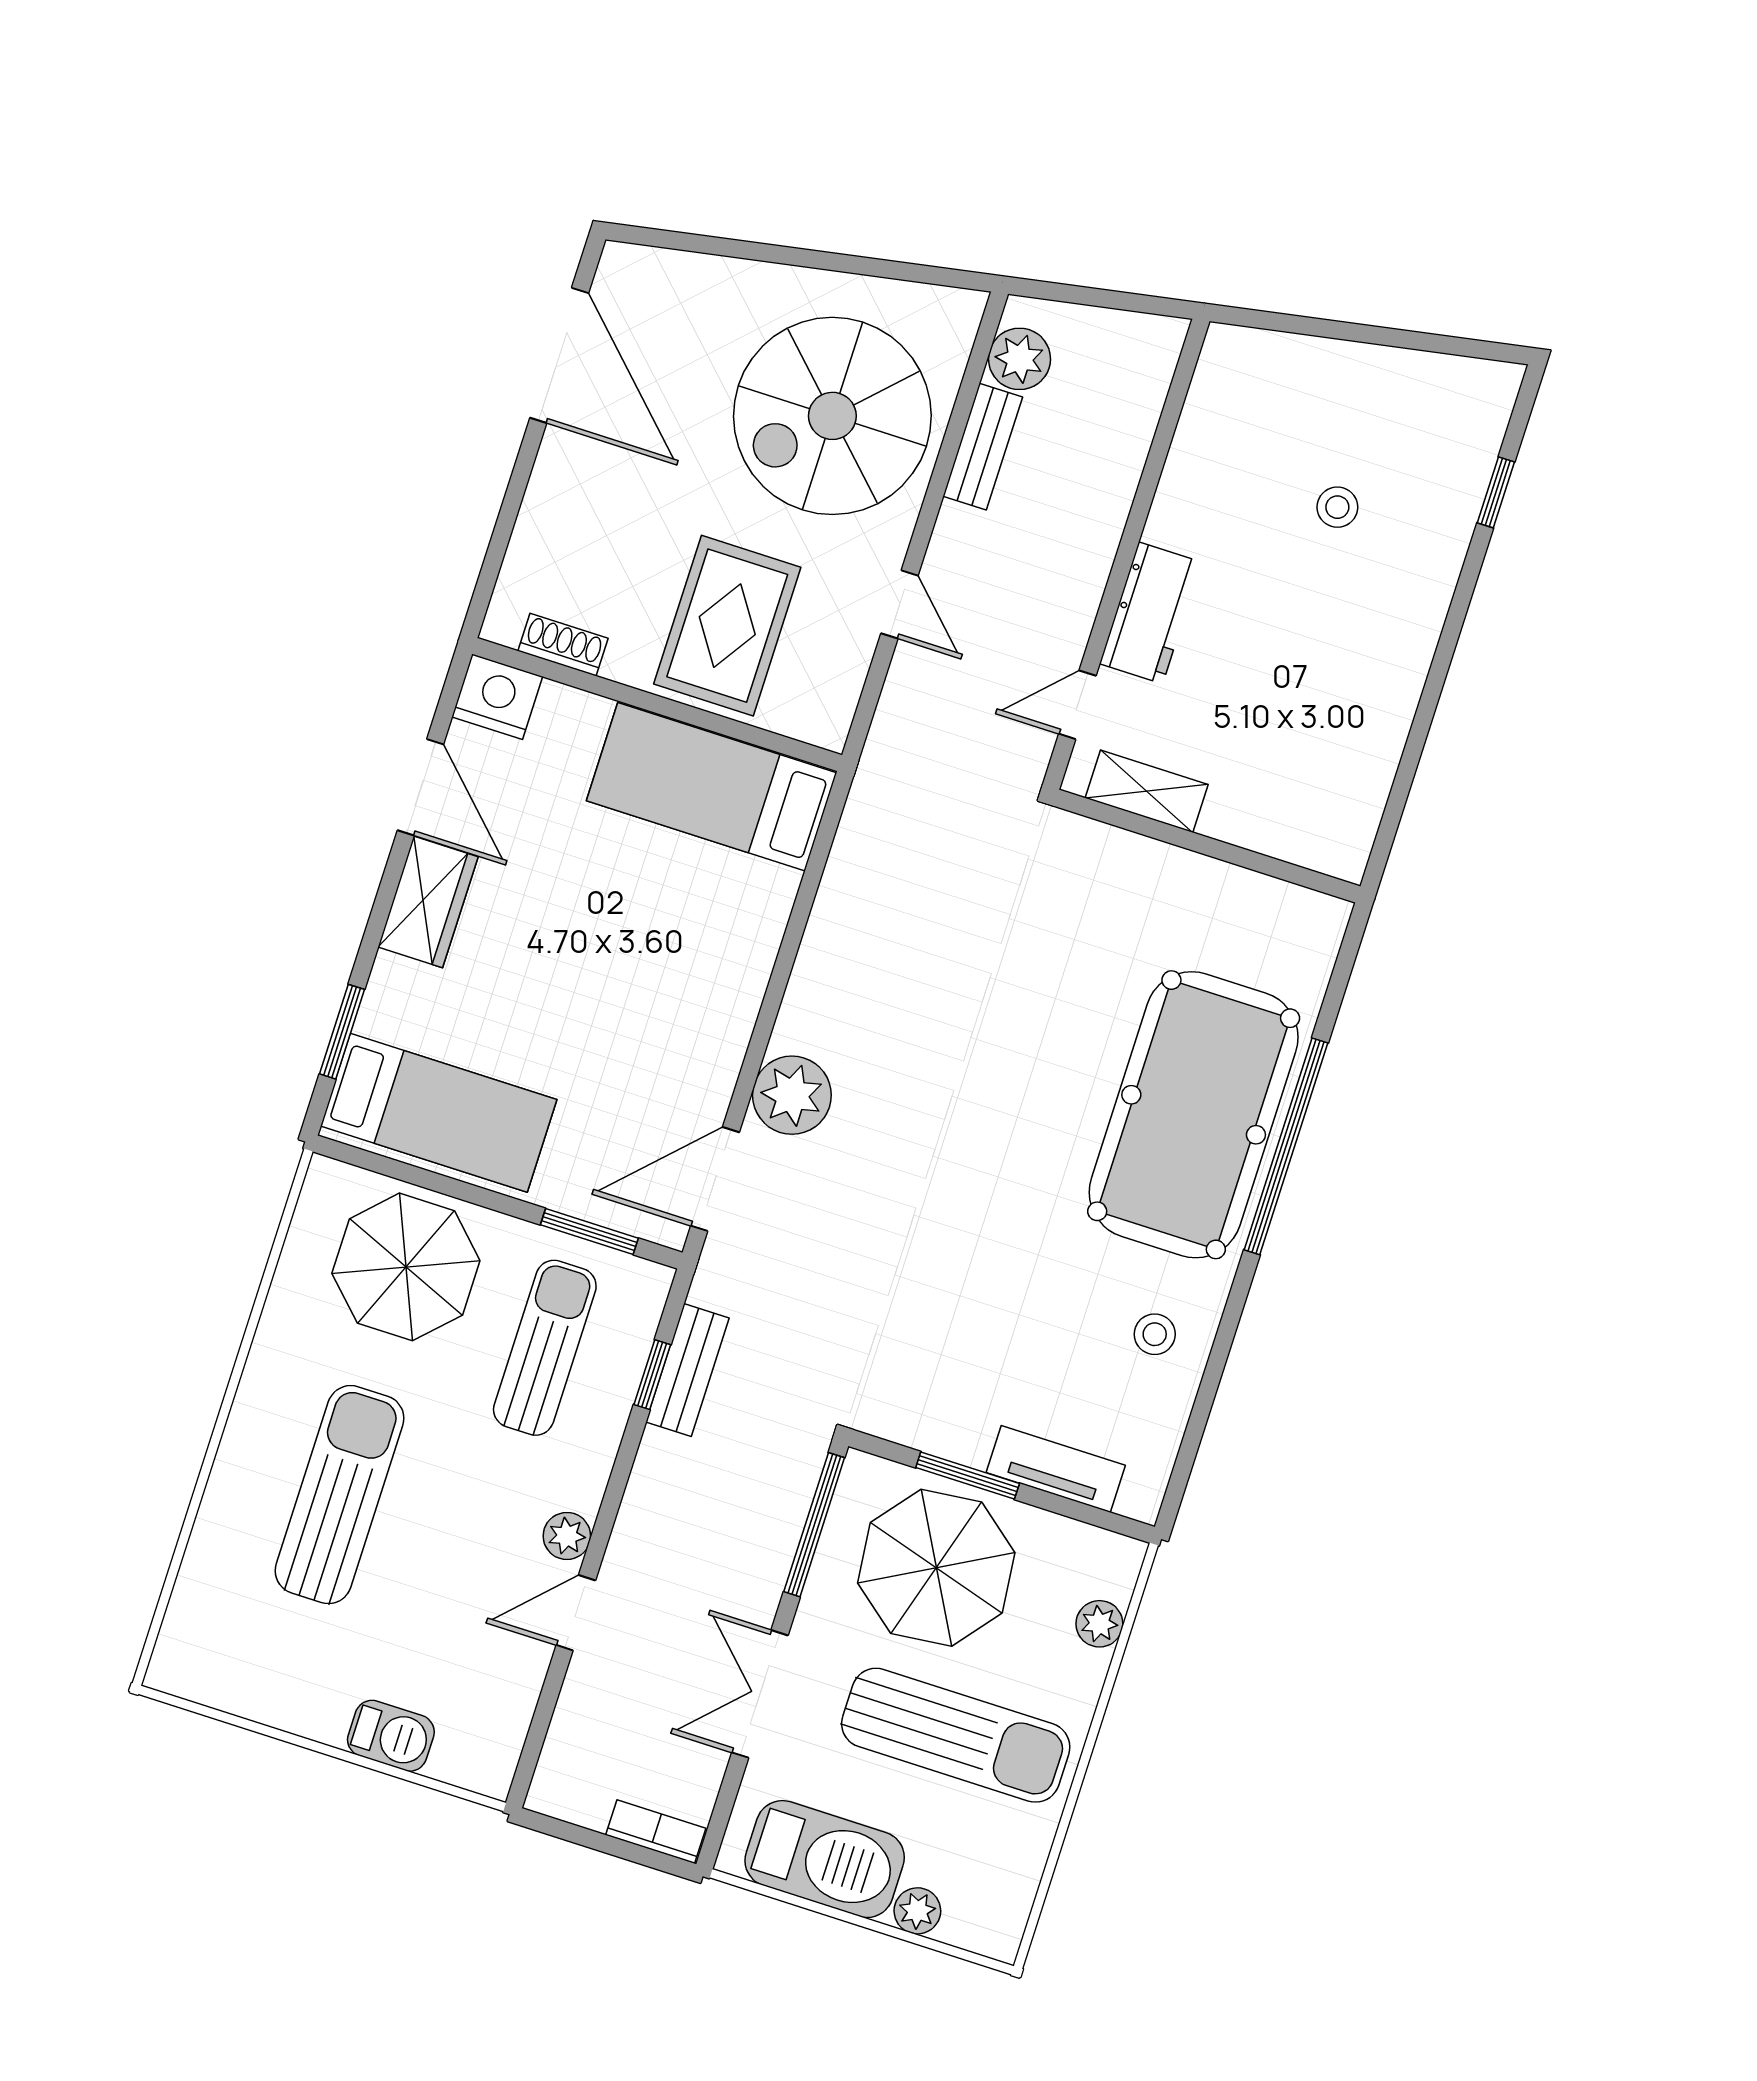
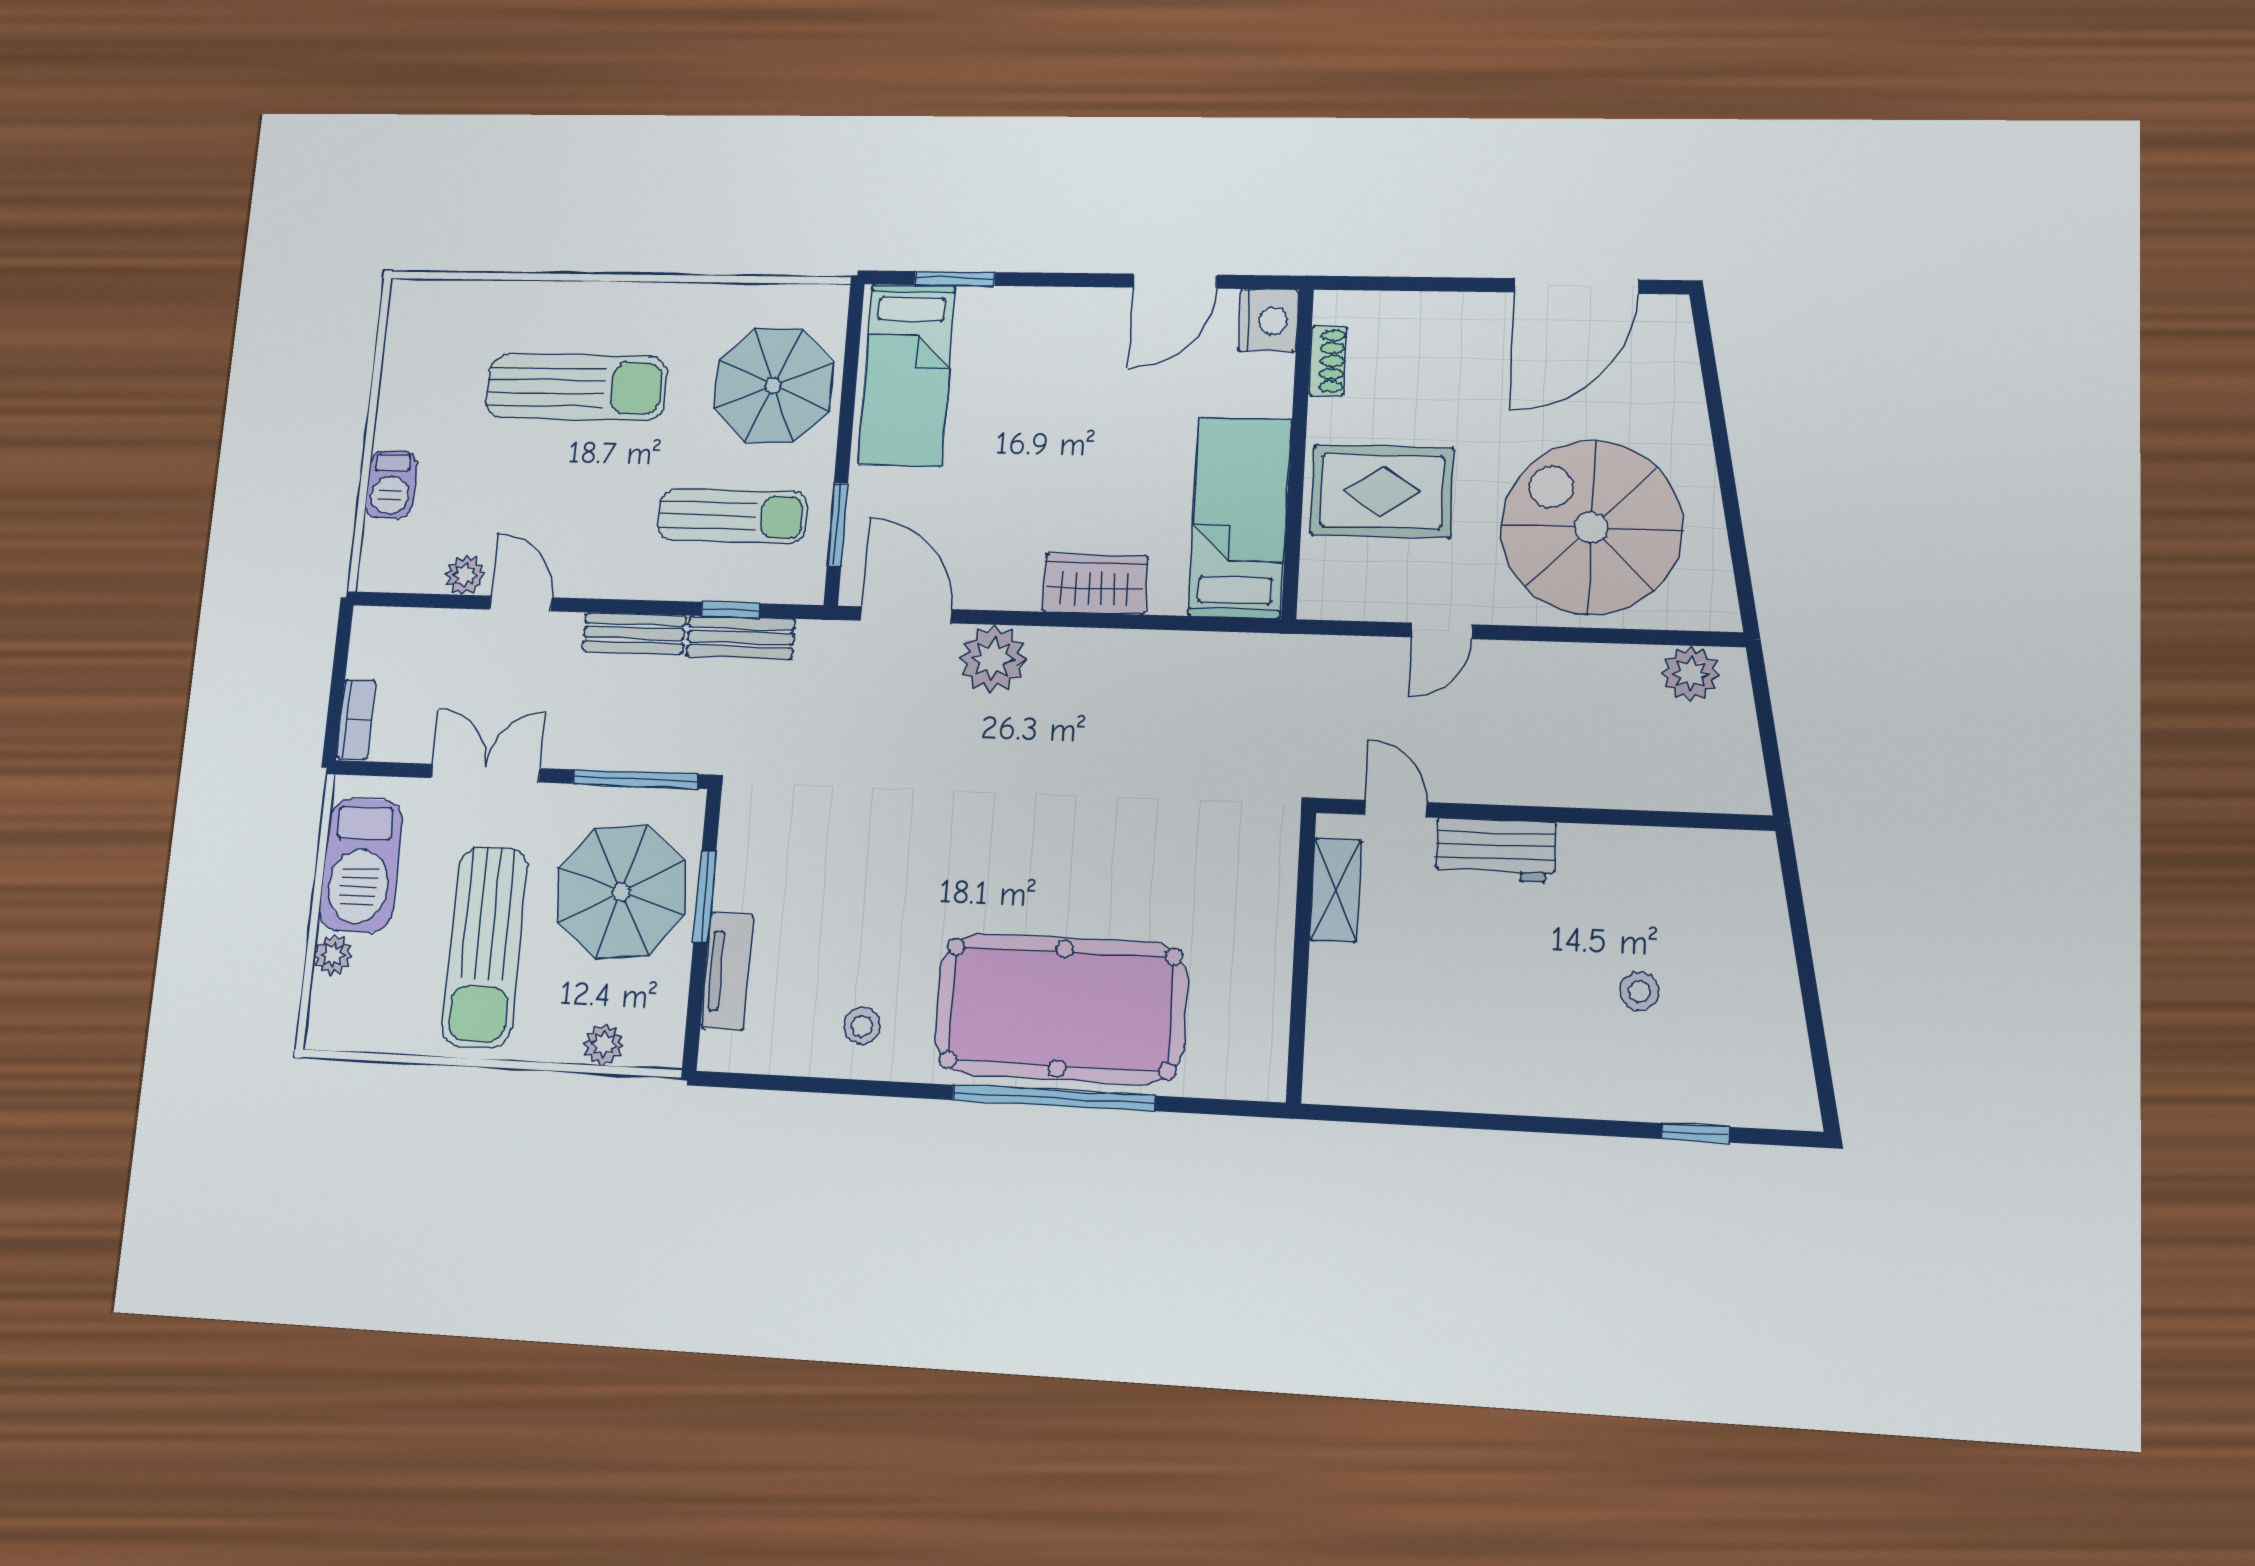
bench: (983, 447) -> (634, 633), moved
wardrobe: (428, 902) -> (1095, 584), moved, turned 180
plant: (567, 1536) -> (465, 575), moved

